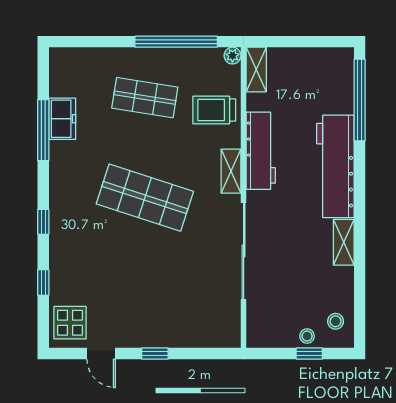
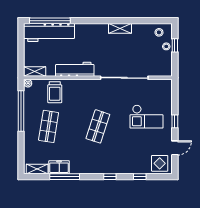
workbench: (335, 166) -> (49, 32), moved
shelving: (231, 171) -> (37, 169), moved
shop shelf: (145, 198) -> (98, 126), width x0.70, depth x0.74
checkout: (165, 296) -> (146, 117), added

